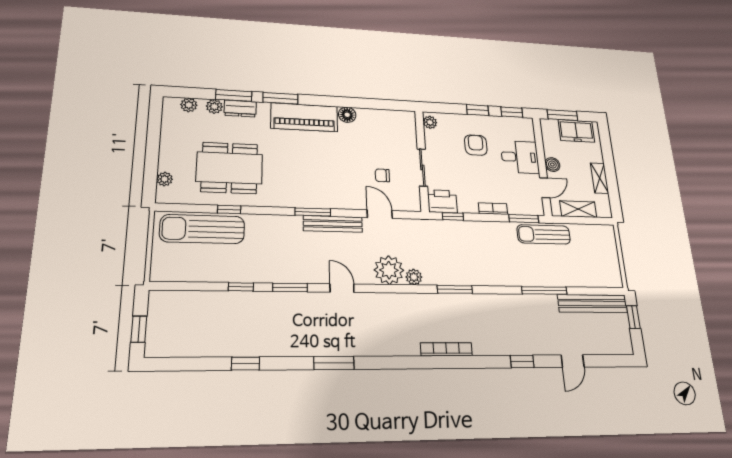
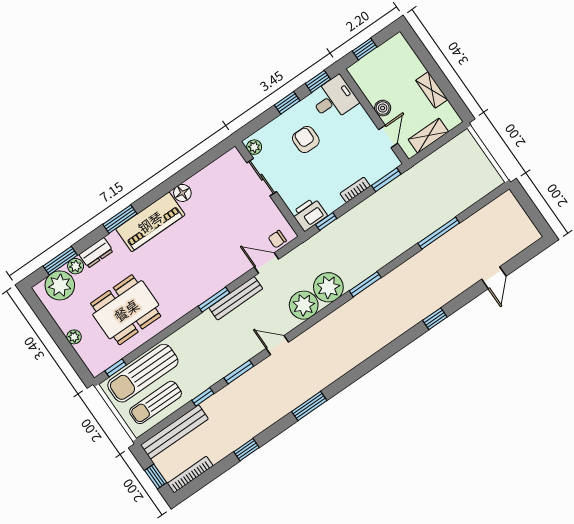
window: (234, 95) -> (60, 261), moved
plant: (189, 105) -> (60, 285), width x1.87, depth x1.87
window: (562, 115) -> (365, 49), width x0.67
freezer: (576, 131) -> (386, 56), removed
desk: (520, 157) -> (334, 99), moved
sliding door: (422, 167) -> (262, 177), moved
chair: (382, 175) -> (277, 239), moved
plant: (165, 179) -> (74, 337), moved
window: (229, 209) -> (116, 368), moved
sun lounger: (544, 234) -> (156, 402), moved
plant: (414, 277) -> (328, 287), width x1.88, depth x1.88
bench: (593, 304) -> (174, 432), moved
window: (633, 317) -> (527, 203), removed
bookcase: (446, 349) -> (190, 475), moved
window: (522, 362) -> (435, 319), moved

